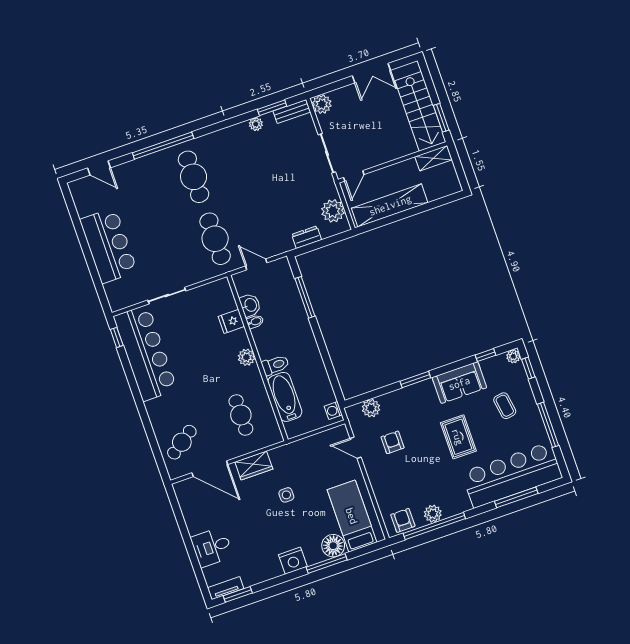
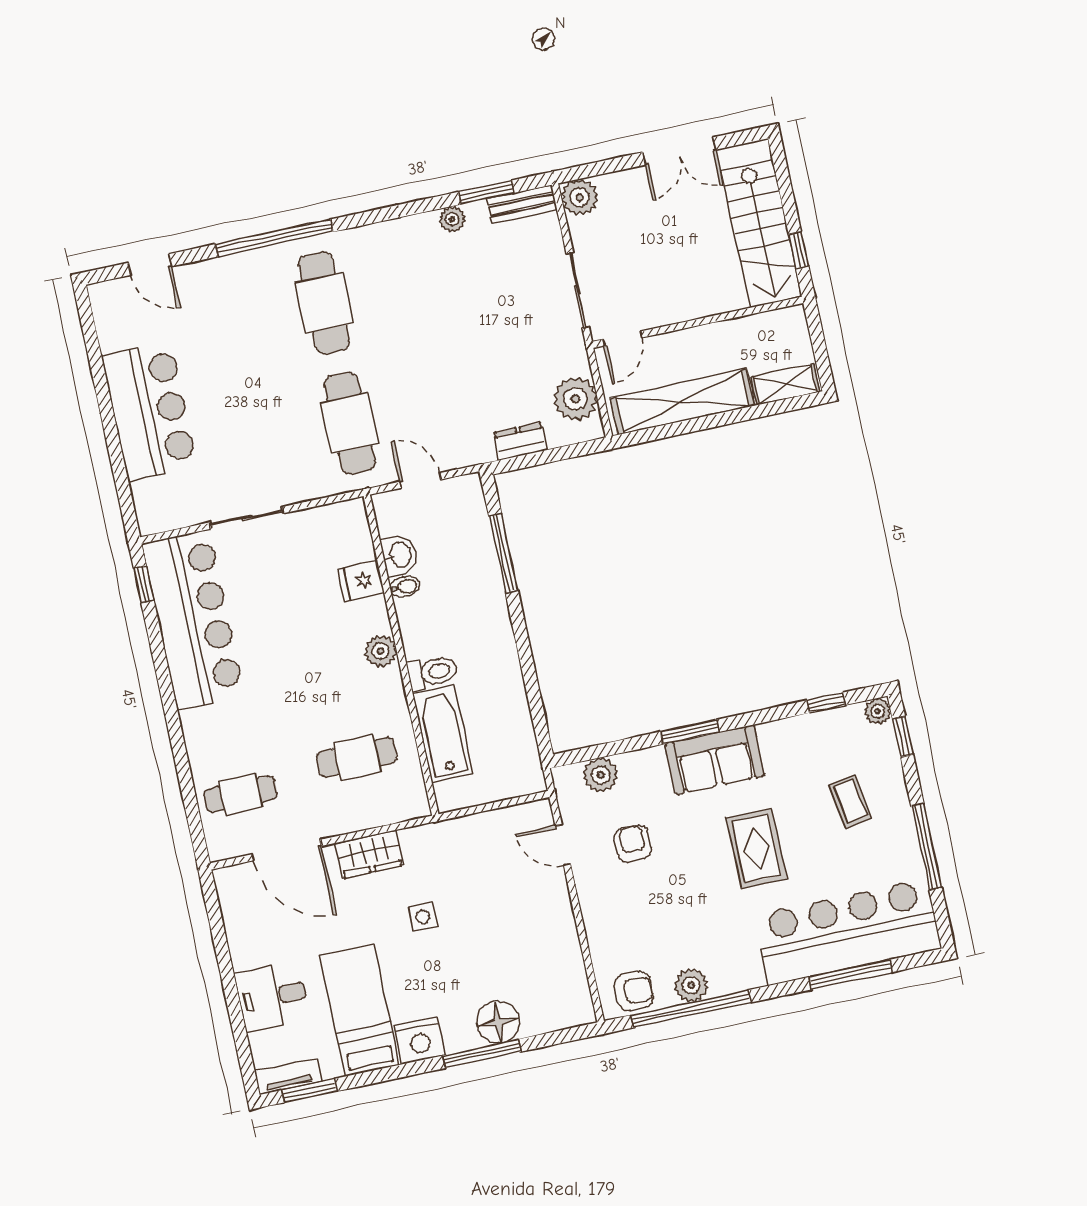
window: (441, 118) -> (799, 250), width x0.67
shelving: (433, 158) -> (785, 384), moved
sofa: (459, 383) -> (715, 760), moved
washing machine: (333, 410) -> (530, 770), removed
cafe table: (241, 415) -> (357, 757), turned 90
cafe table: (182, 442) -> (241, 794), turned 35
bed: (352, 516) -> (360, 1010), moved
armchair: (403, 520) -> (634, 991), turned 90

